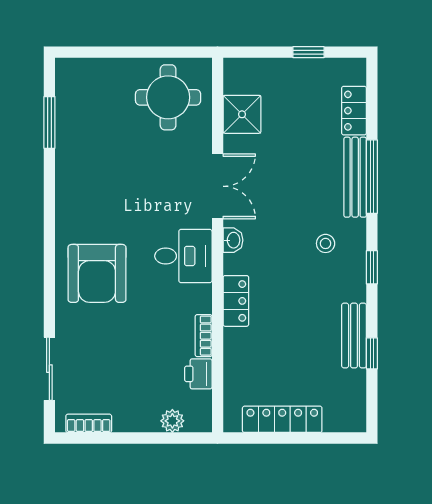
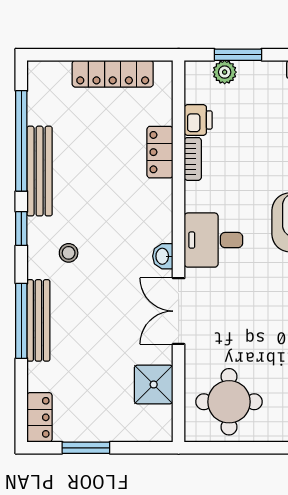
window: (308, 52) -> (86, 448), width x1.50
locker: (354, 111) -> (40, 417), moved
locker: (236, 301) -> (160, 152), moved
bench: (354, 335) -> (40, 171), width x1.36
window: (372, 353) -> (21, 141), width x3.17
window: (159, 438) -> (238, 55), added

